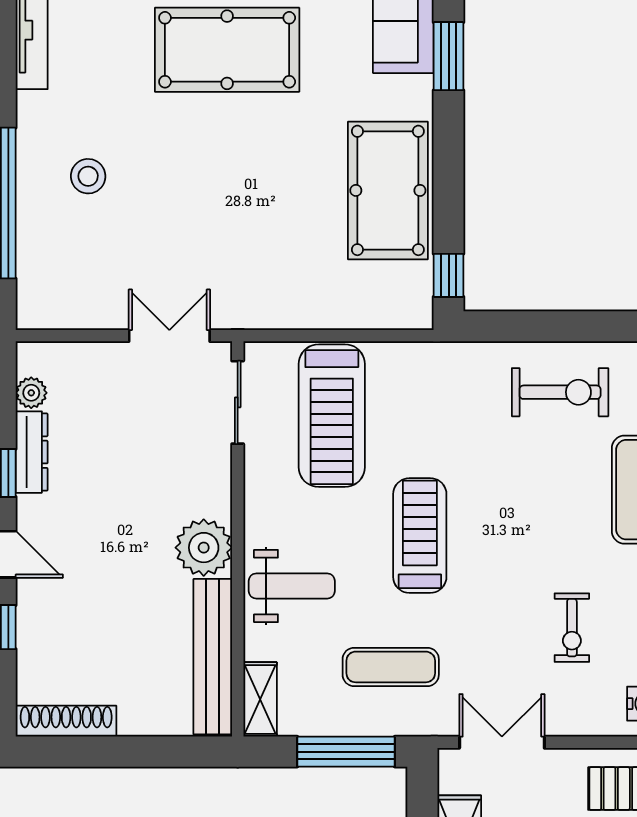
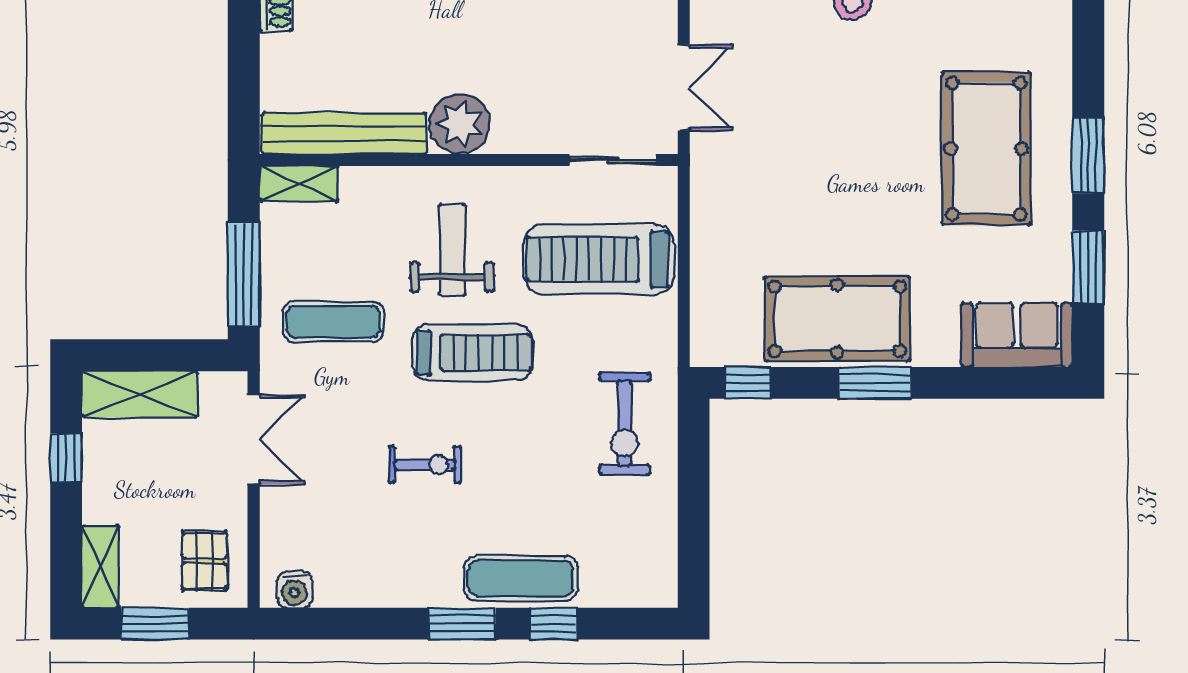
window: (449, 56) -> (875, 383), moved
exercise bike: (560, 392) -> (625, 424), moved
weight bench: (292, 586) -> (452, 250), moved, turned 180
exercise bike: (572, 628) -> (425, 465), moved, turned 180
exercise mat: (391, 667) -> (333, 322), turned 90

